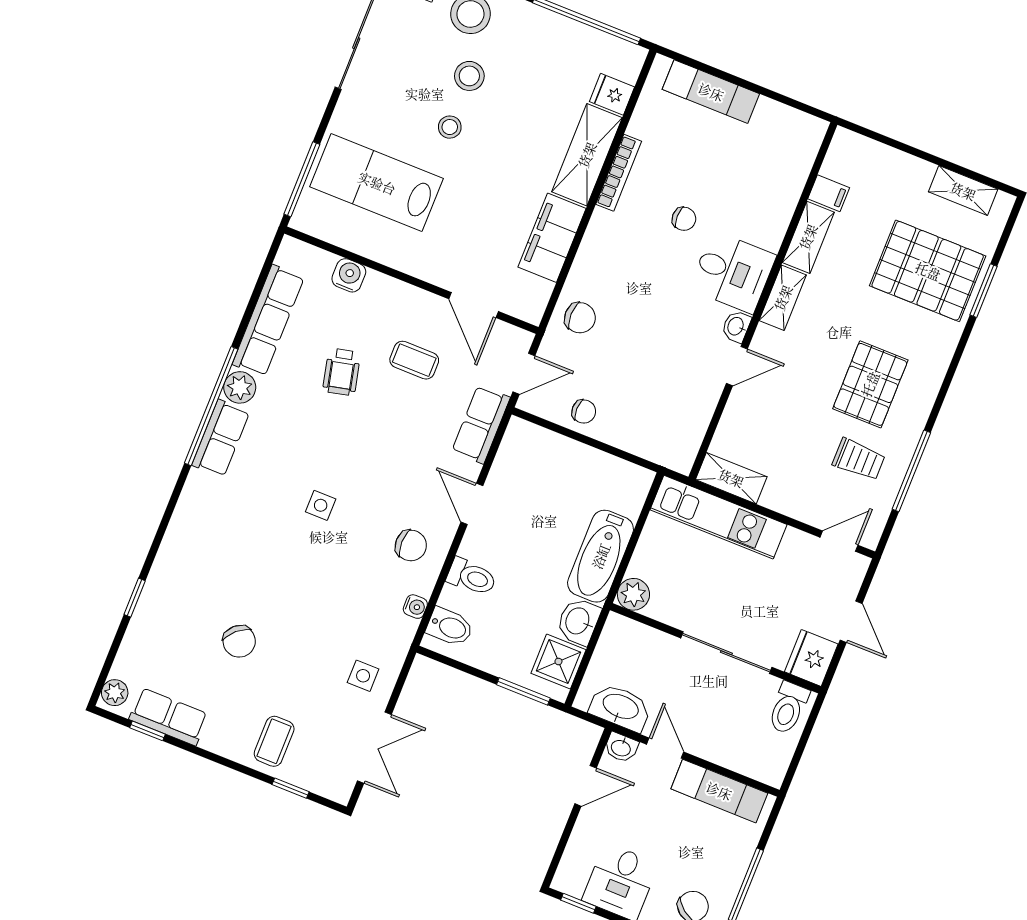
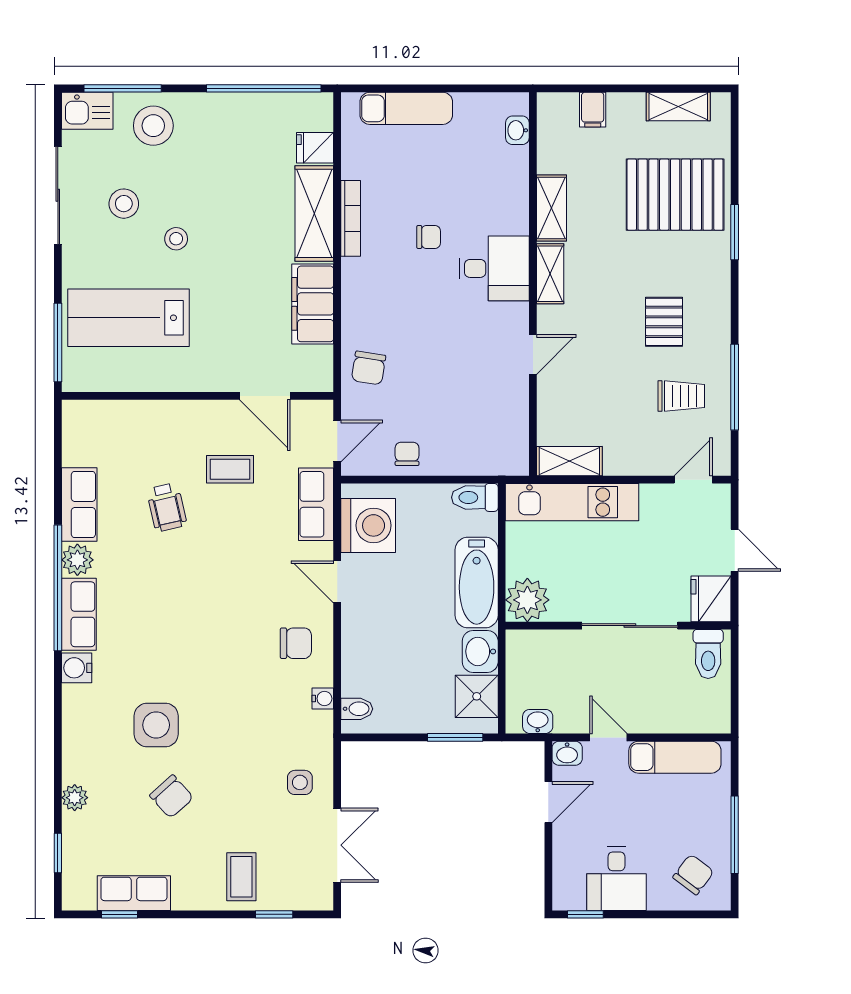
stool: (469, 76) -> (124, 204), moved
filing cabinet: (829, 193) -> (593, 110), moved, turned 90
water cooler: (349, 275) -> (77, 668), moved, turned -90
window: (984, 291) -> (735, 232), moved
chair: (580, 318) -> (369, 368), turned 99
row of seats: (268, 321) -> (79, 505), width x0.68
washbasin: (736, 326) -> (517, 130), moved
pallet: (870, 384) -> (664, 322), width x0.67, depth x0.71
chair: (584, 411) -> (407, 454), turned -90
washing machine: (521, 463) -> (368, 525), added
side table: (321, 505) -> (156, 725), moved, width x1.87, depth x1.87
toilet: (472, 577) -> (475, 497), moved, turned 180
plant: (633, 594) -> (527, 600), width x1.36, depth x1.36
window: (135, 598) -> (58, 853), moved
bidet: (450, 627) -> (357, 709), width x0.72, depth x0.74
plant: (115, 693) -> (75, 798), moved
washbasin: (620, 707) -> (538, 721), width x0.52, depth x0.69

